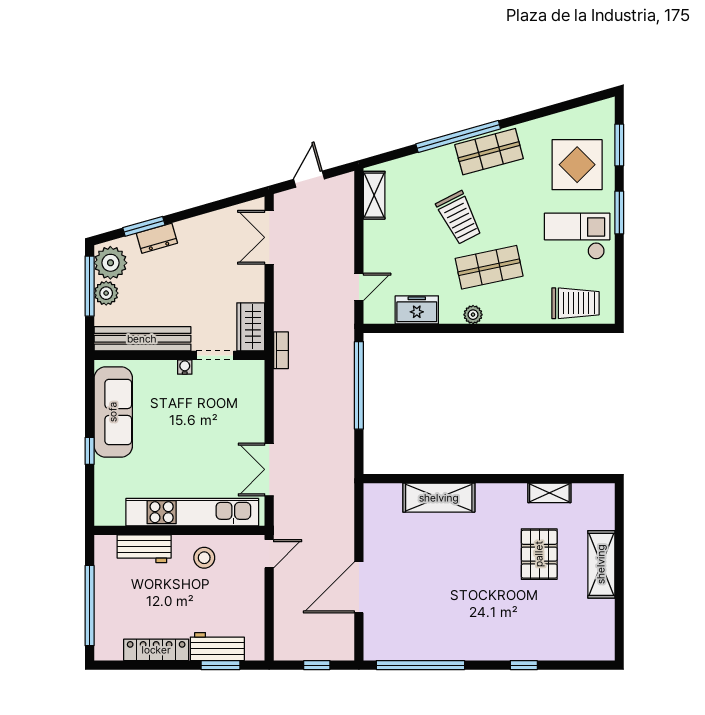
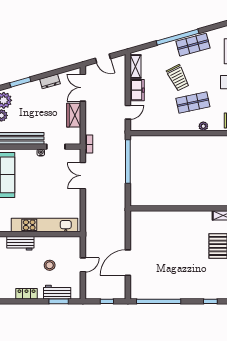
door: (309, 179) -> (103, 58), swing flipped
dresser: (157, 238) -> (50, 81), moved
freezer: (417, 310) -> (137, 90), moved, turned 90
plant: (473, 315) -> (203, 126), moved
wardrobe: (251, 327) -> (74, 115), moved
double door: (269, 469) -> (83, 176), moved
shelving: (439, 498) -> (168, 218), removed
door: (269, 554) -> (83, 265), moved
stool: (204, 558) -> (50, 265), moved
locker: (156, 650) -> (26, 294), width x0.66

